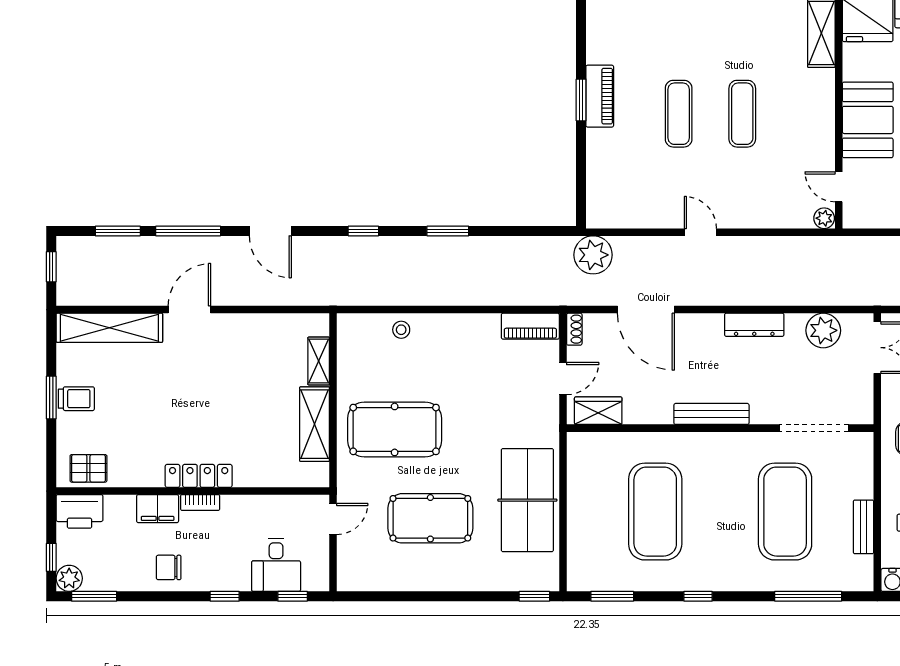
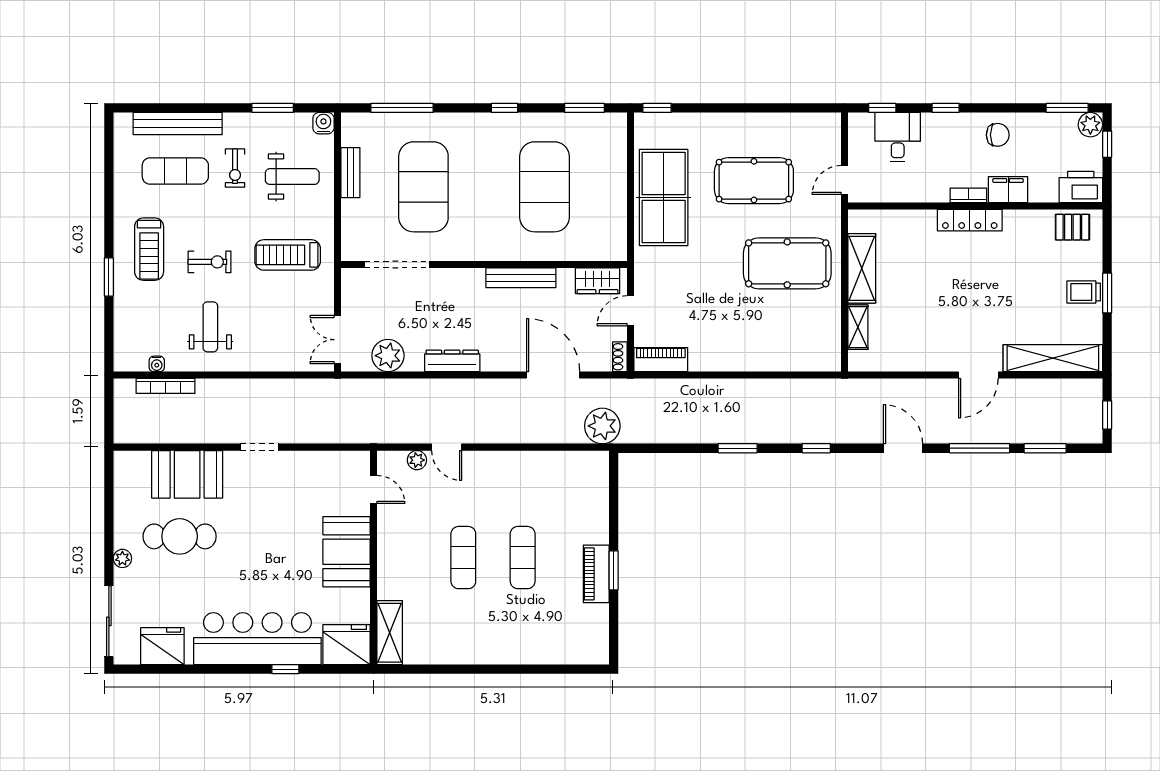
plant: (824, 218) -> (417, 460), moved
door: (700, 232) -> (447, 447), moved
stool: (401, 330) -> (781, 356), removed
bench: (711, 414) -> (521, 278), moved

